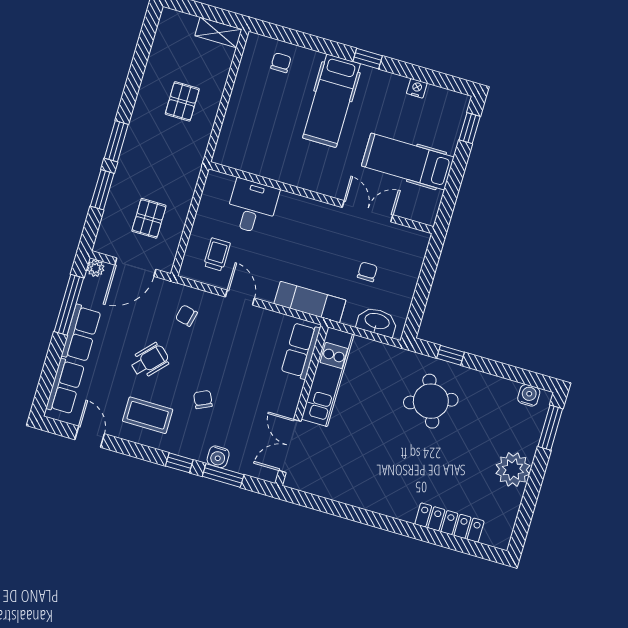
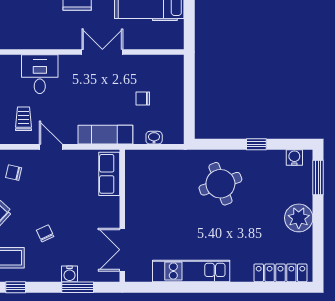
double door: (367, 211) -> (102, 52), moved
chair: (367, 272) -> (143, 99), turned -90
washbasin: (377, 322) -> (154, 138), width x0.52, depth x0.69
window: (450, 355) -> (256, 144), moved
kitchen unit: (328, 377) -> (191, 271), moved, turned -90
window: (179, 463) -> (16, 287), moved
locker: (449, 523) -> (280, 273), moved

